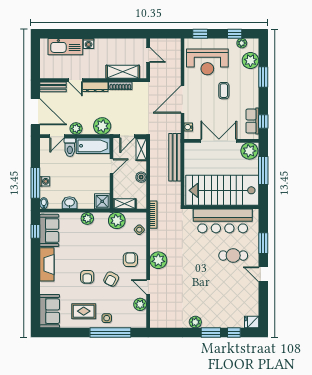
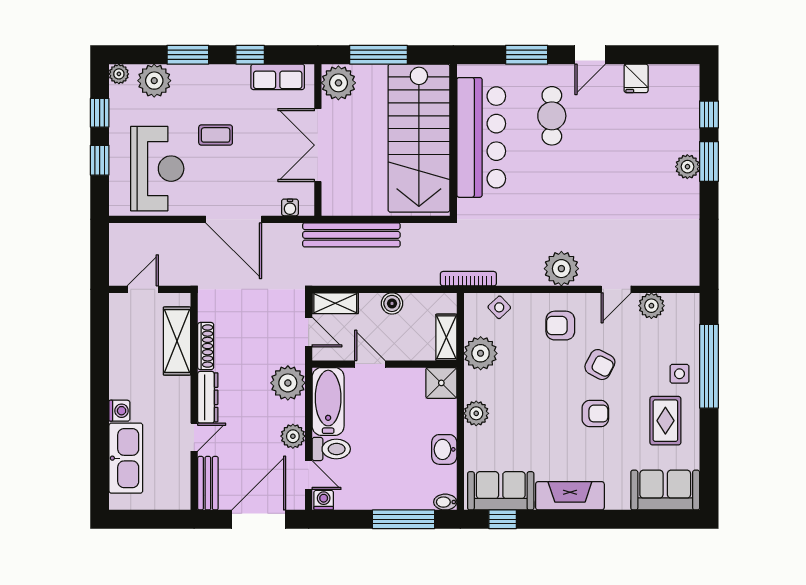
window: (200, 34) -> (100, 160), moved
plant: (242, 43) -> (119, 74), moved
window: (263, 121) -> (250, 55), moved
washing machine: (45, 181) -> (324, 500), moved
plant: (195, 322) -> (687, 167), moved
fridge: (252, 322) -> (636, 78), moved

